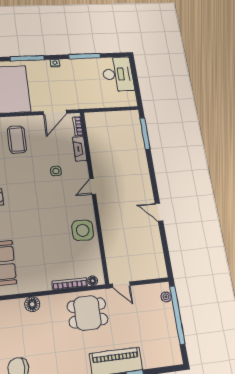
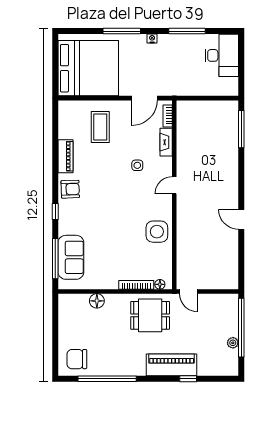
plant: (166, 297) -> (233, 343), moved

